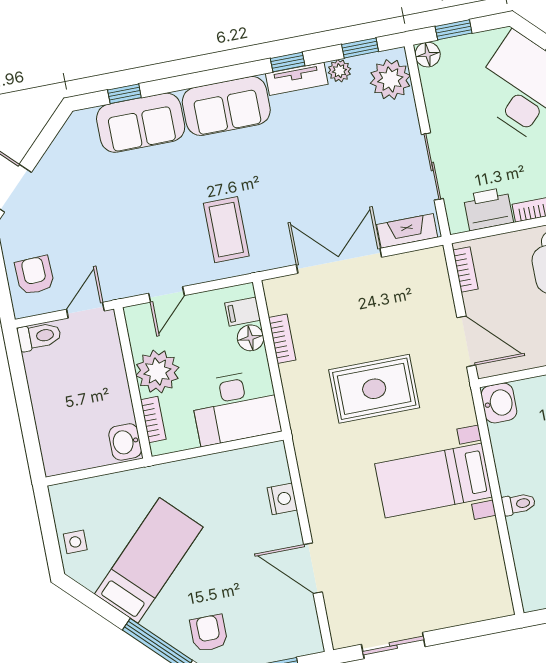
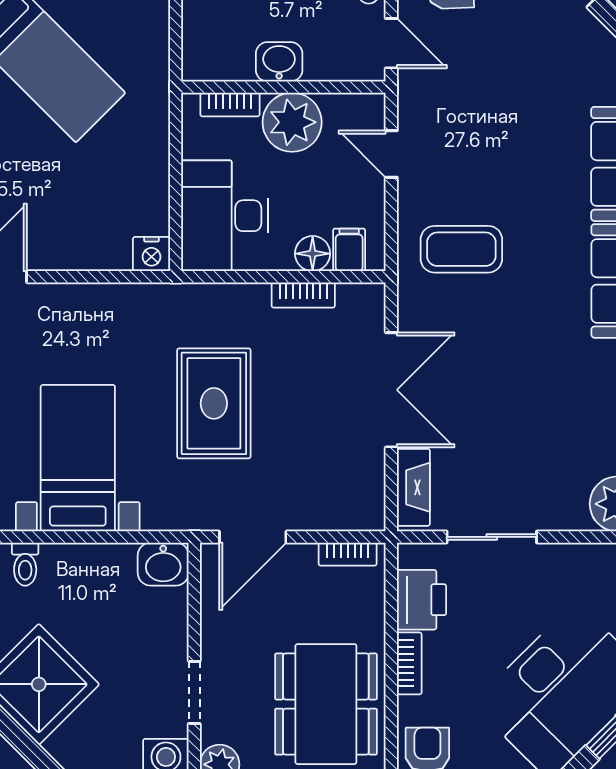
washbasin: (125, 442) -> (279, 62), moved
nightstand: (282, 499) -> (151, 254), moved

